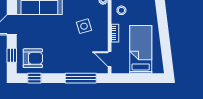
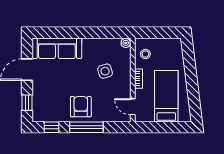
armchair: (33, 58) -> (81, 107), moved, turned -90
window: (81, 78) -> (86, 127), moved

